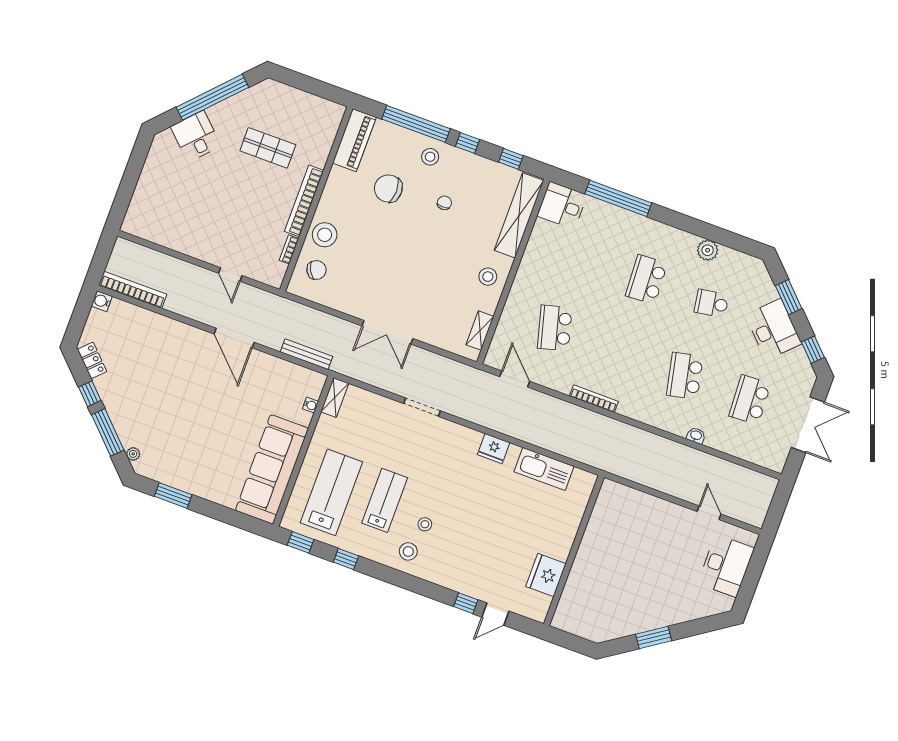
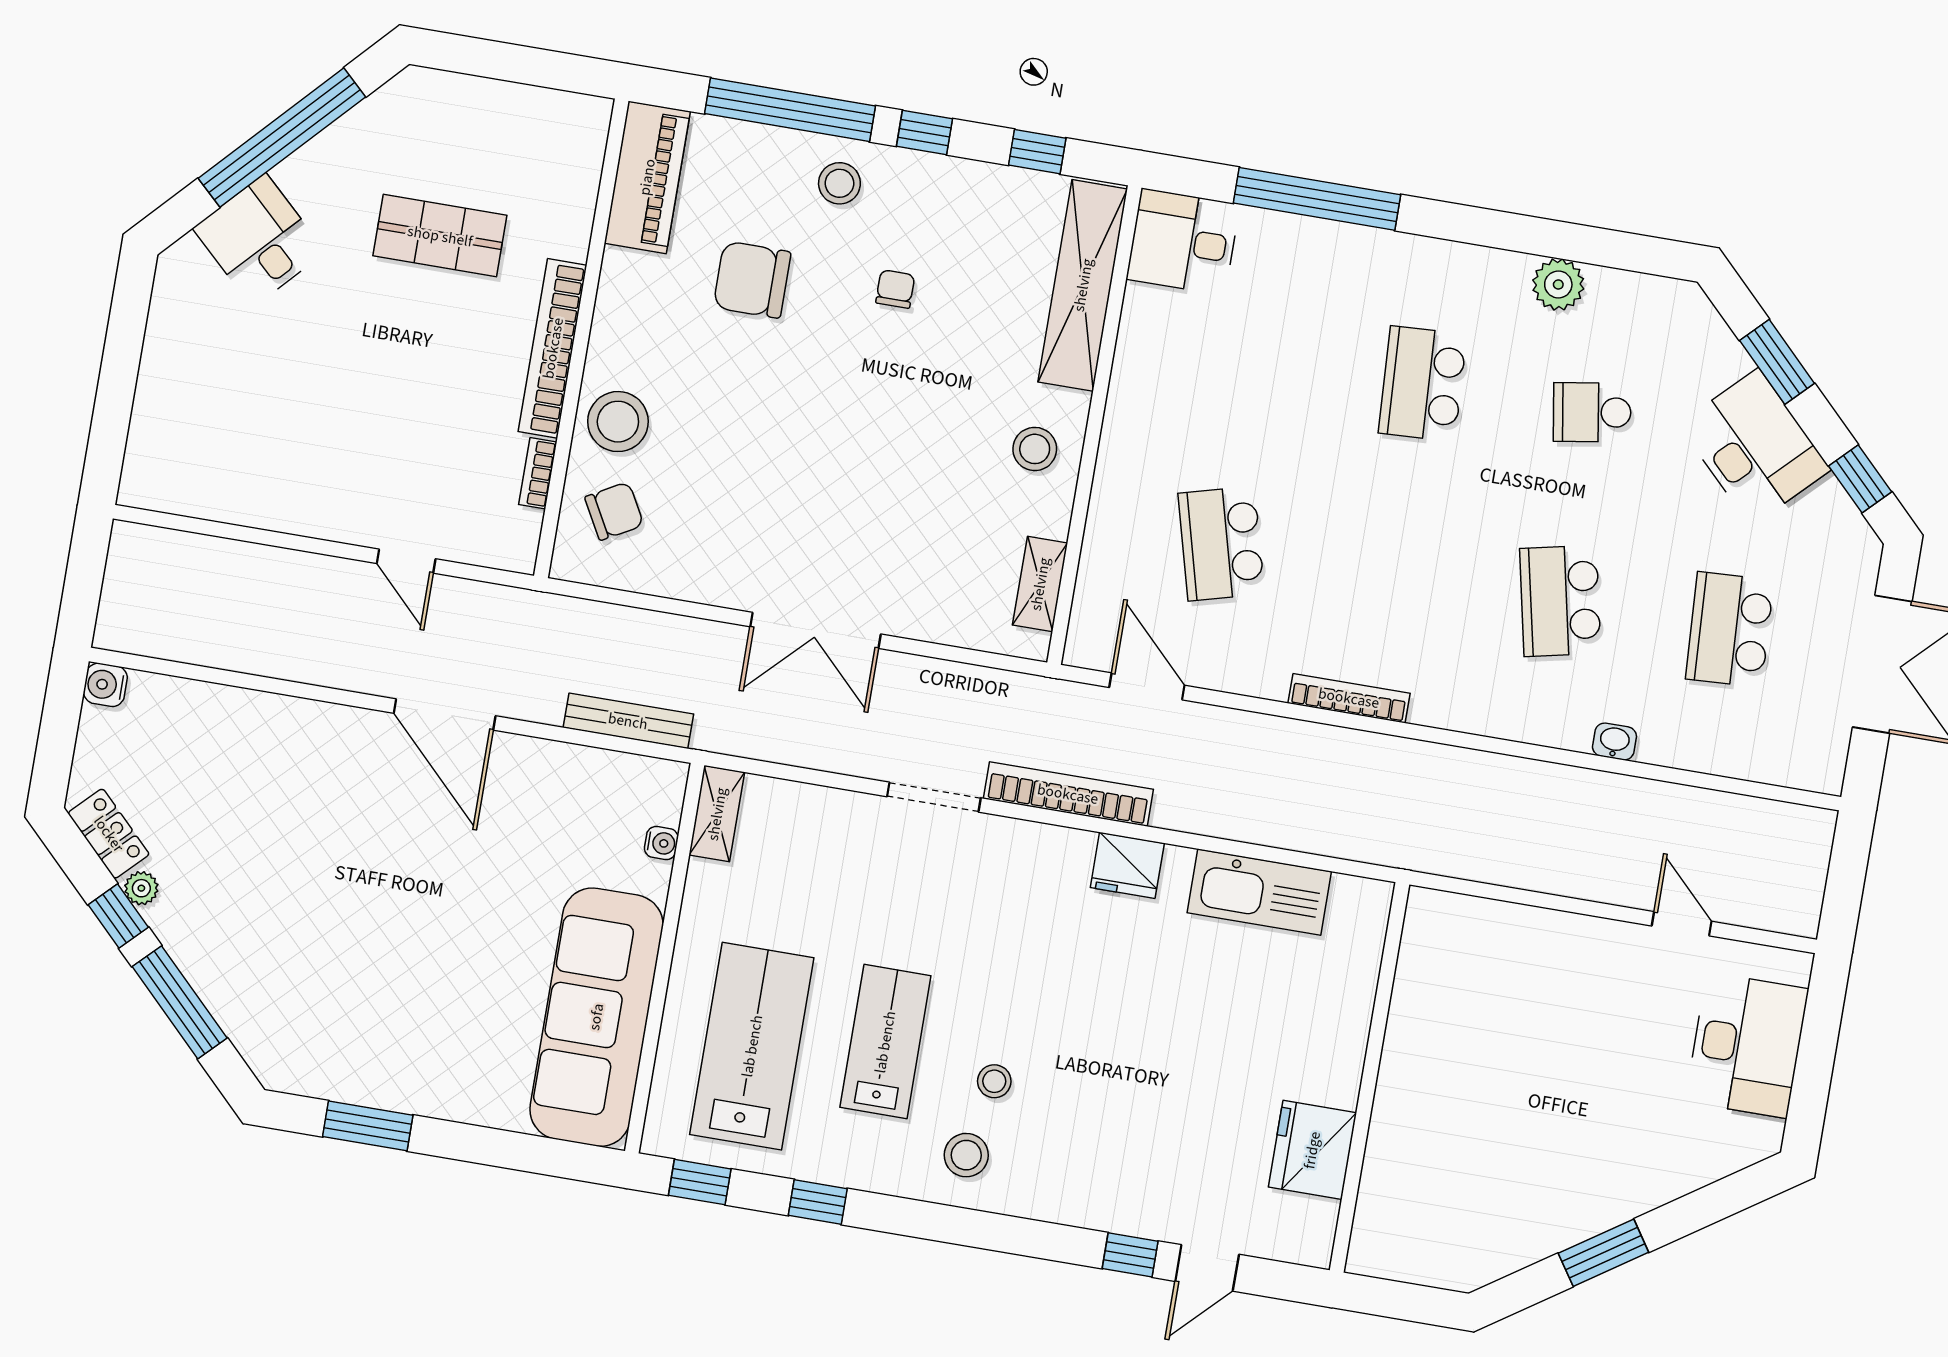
bookcase: (133, 290) -> (1068, 794), moved
plant: (133, 454) -> (141, 888), moved

